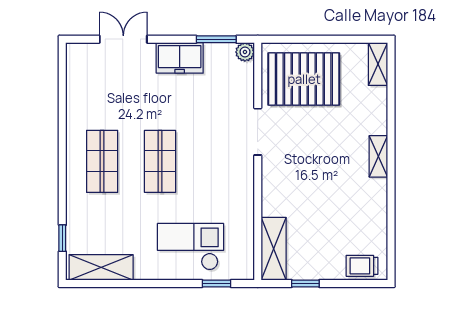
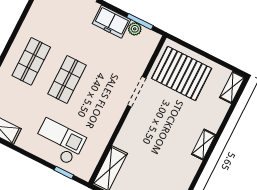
plant: (245, 52) -> (135, 29), moved

